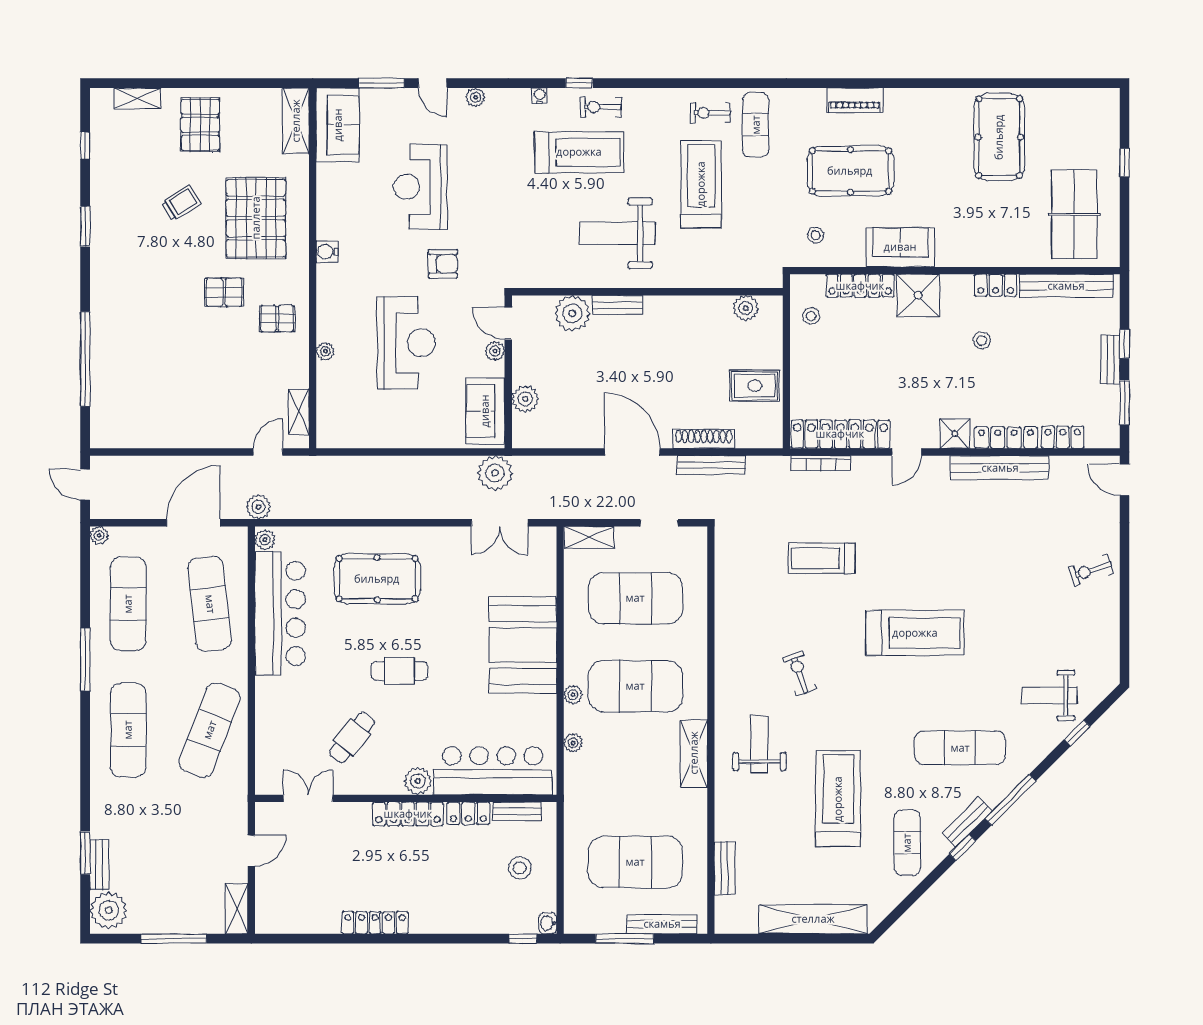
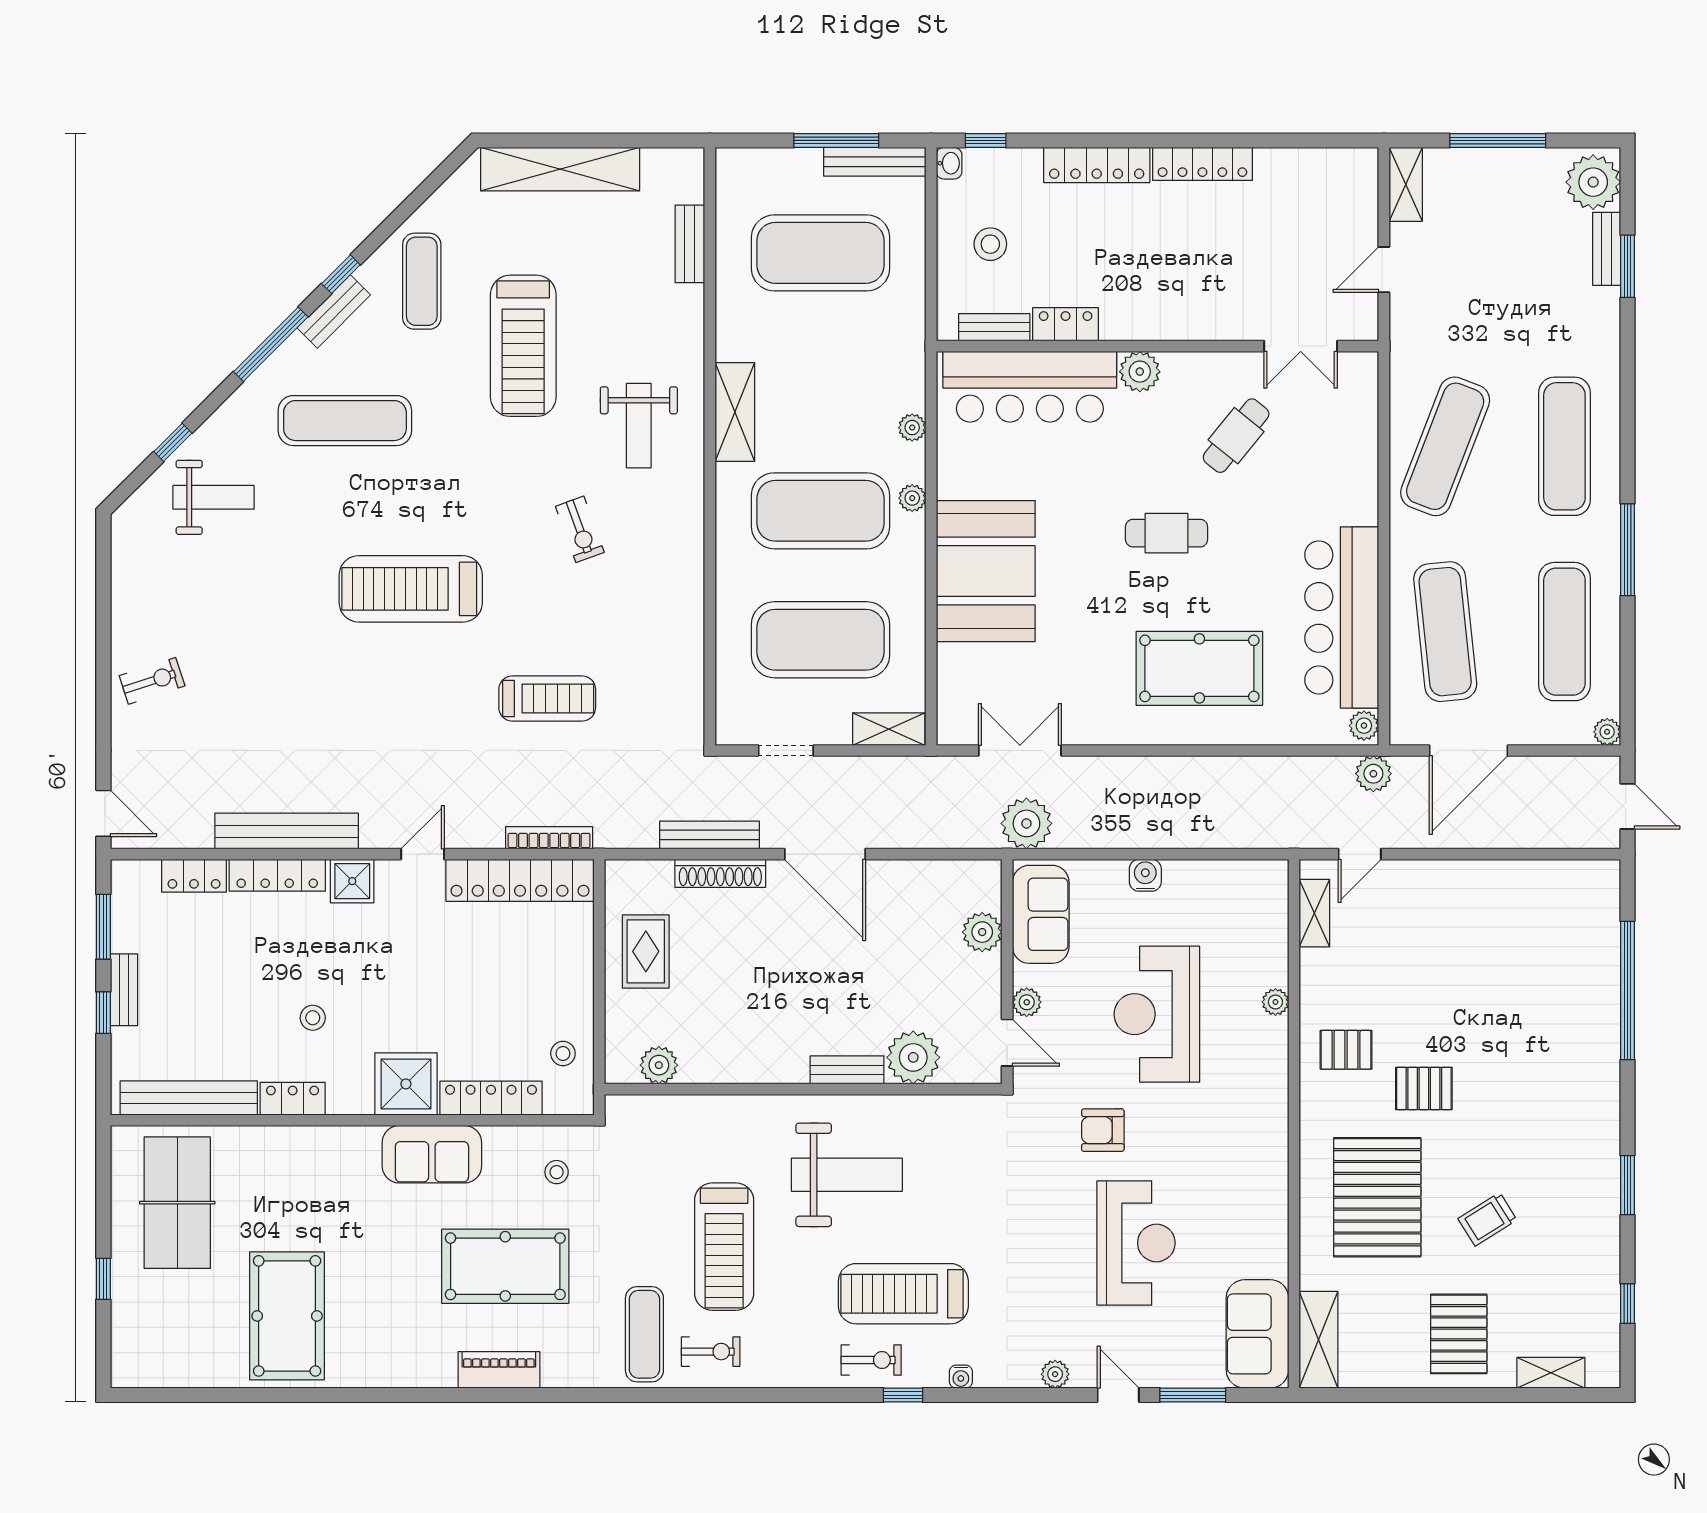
water cooler: (327, 252) -> (1145, 875), moved, turned -90
rug: (755, 386) -> (646, 951), turned 90
locker: (408, 814) -> (1097, 165), moved, turned 180
bench: (662, 924) -> (875, 162), moved

